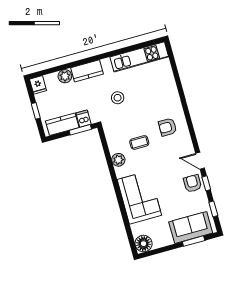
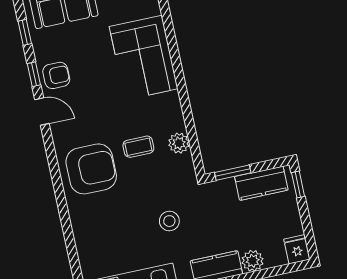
window: (36, 111) -> (298, 185), moved
dishwasher: (84, 119) -> (226, 191), removed
armchair: (168, 127) -> (91, 169), width x1.88, depth x1.88
plant: (118, 160) -> (179, 143), moved
armchair: (192, 183) -> (56, 75), turned -90

